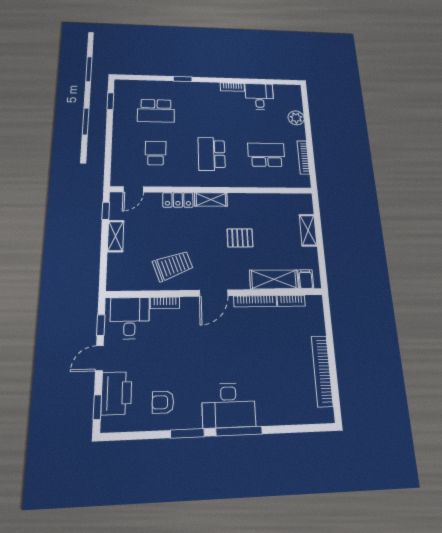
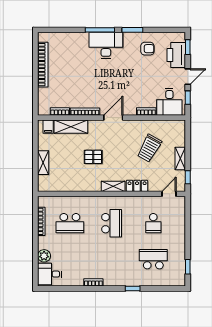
desk: (259, 96) -> (50, 274), moved, turned 90
trolley: (173, 266) -> (149, 148), moved, turned -41

